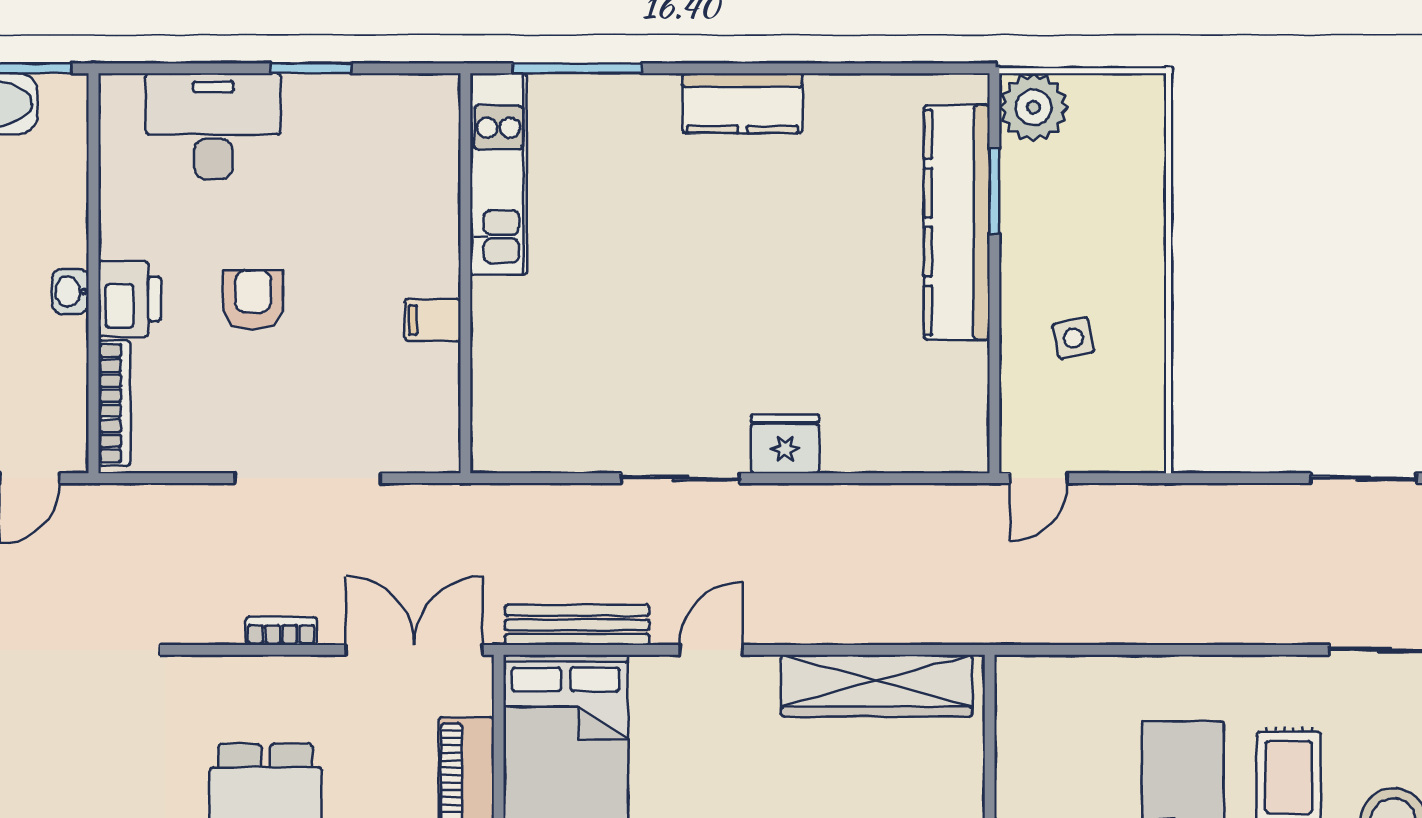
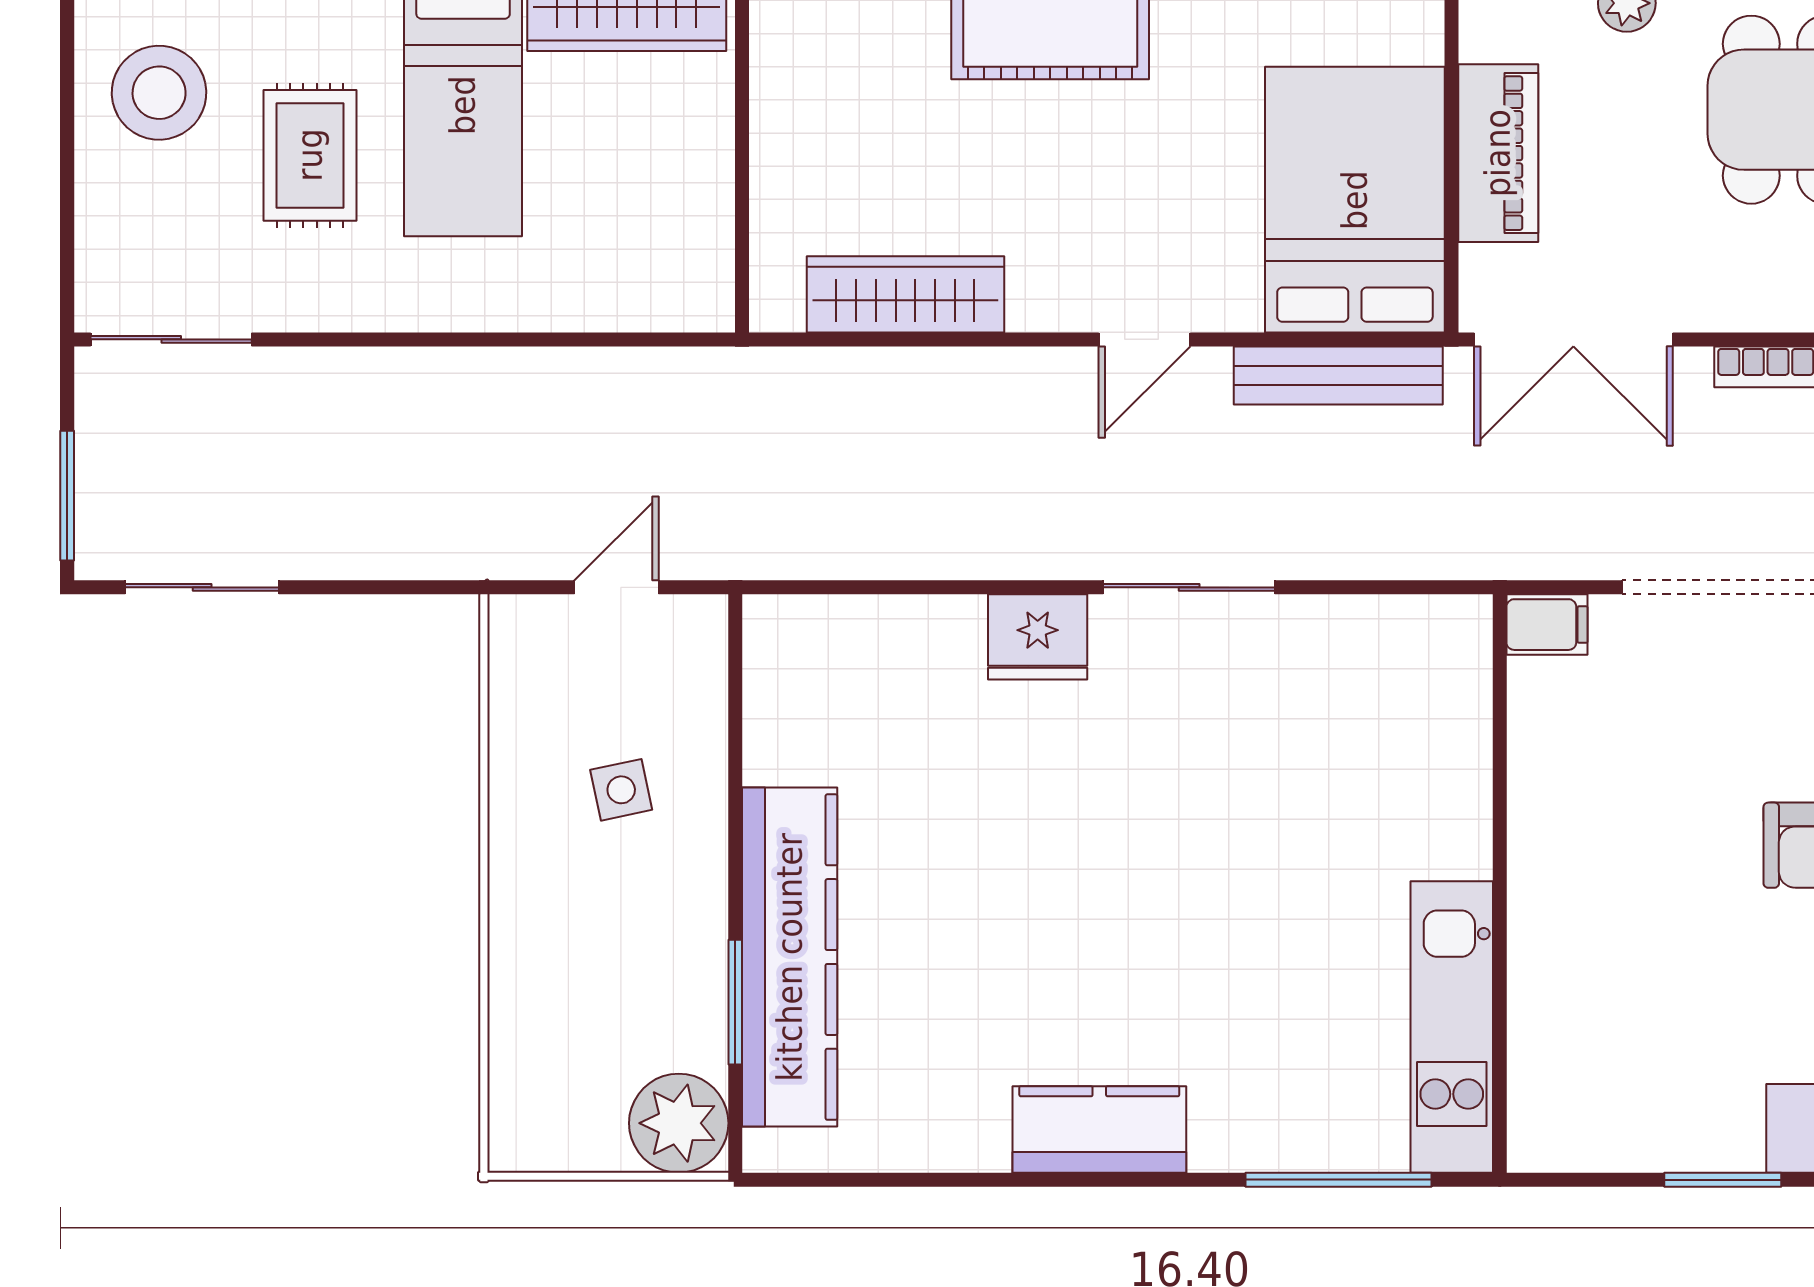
filing cabinet: (433, 320) -> (1547, 625), moved
door: (1038, 478) -> (617, 587), moved
wardrobe: (877, 686) -> (905, 294), width x0.71, depth x0.85

